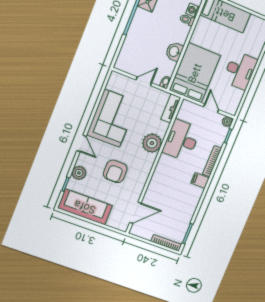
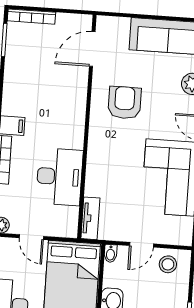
stool: (131, 63) -> (168, 264), added
plant: (152, 143) -> (101, 159), removed
armchair: (115, 171) -> (125, 103), moved

